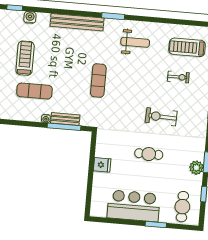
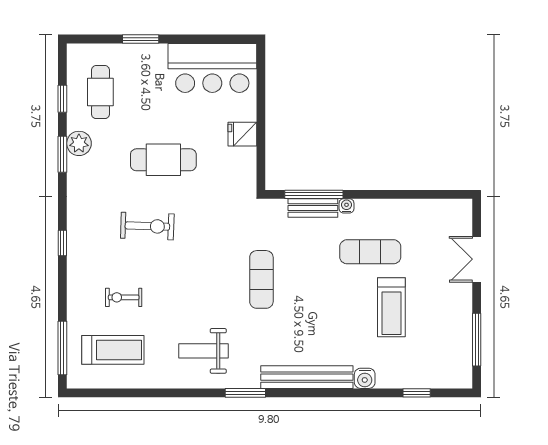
water cooler: (30, 17) -> (365, 378), moved
cafe table: (149, 154) -> (163, 160), width x1.37, depth x1.35
bar counter: (134, 206) -> (212, 68), moved
cafe table: (182, 207) -> (100, 92), moved

